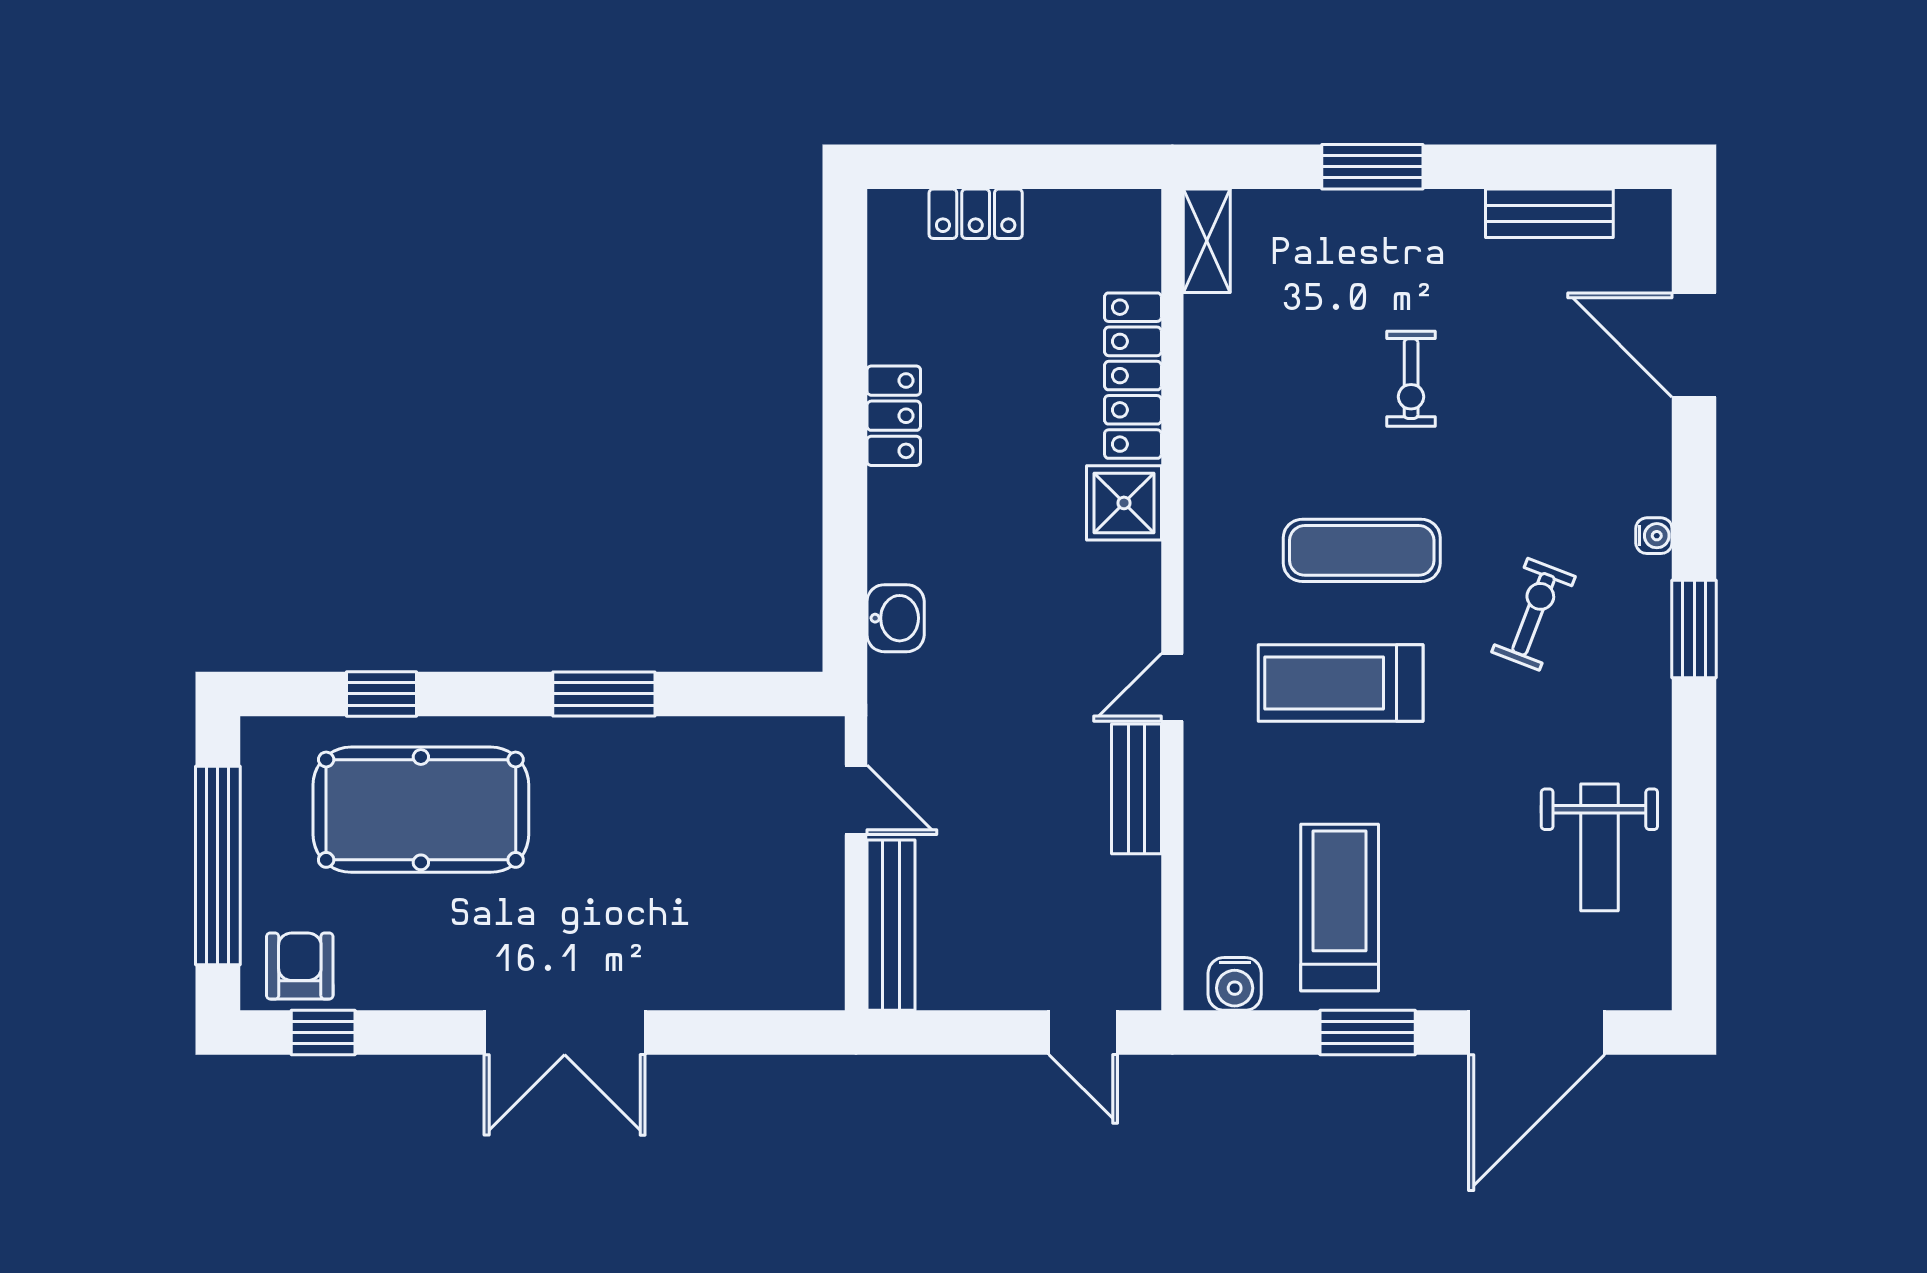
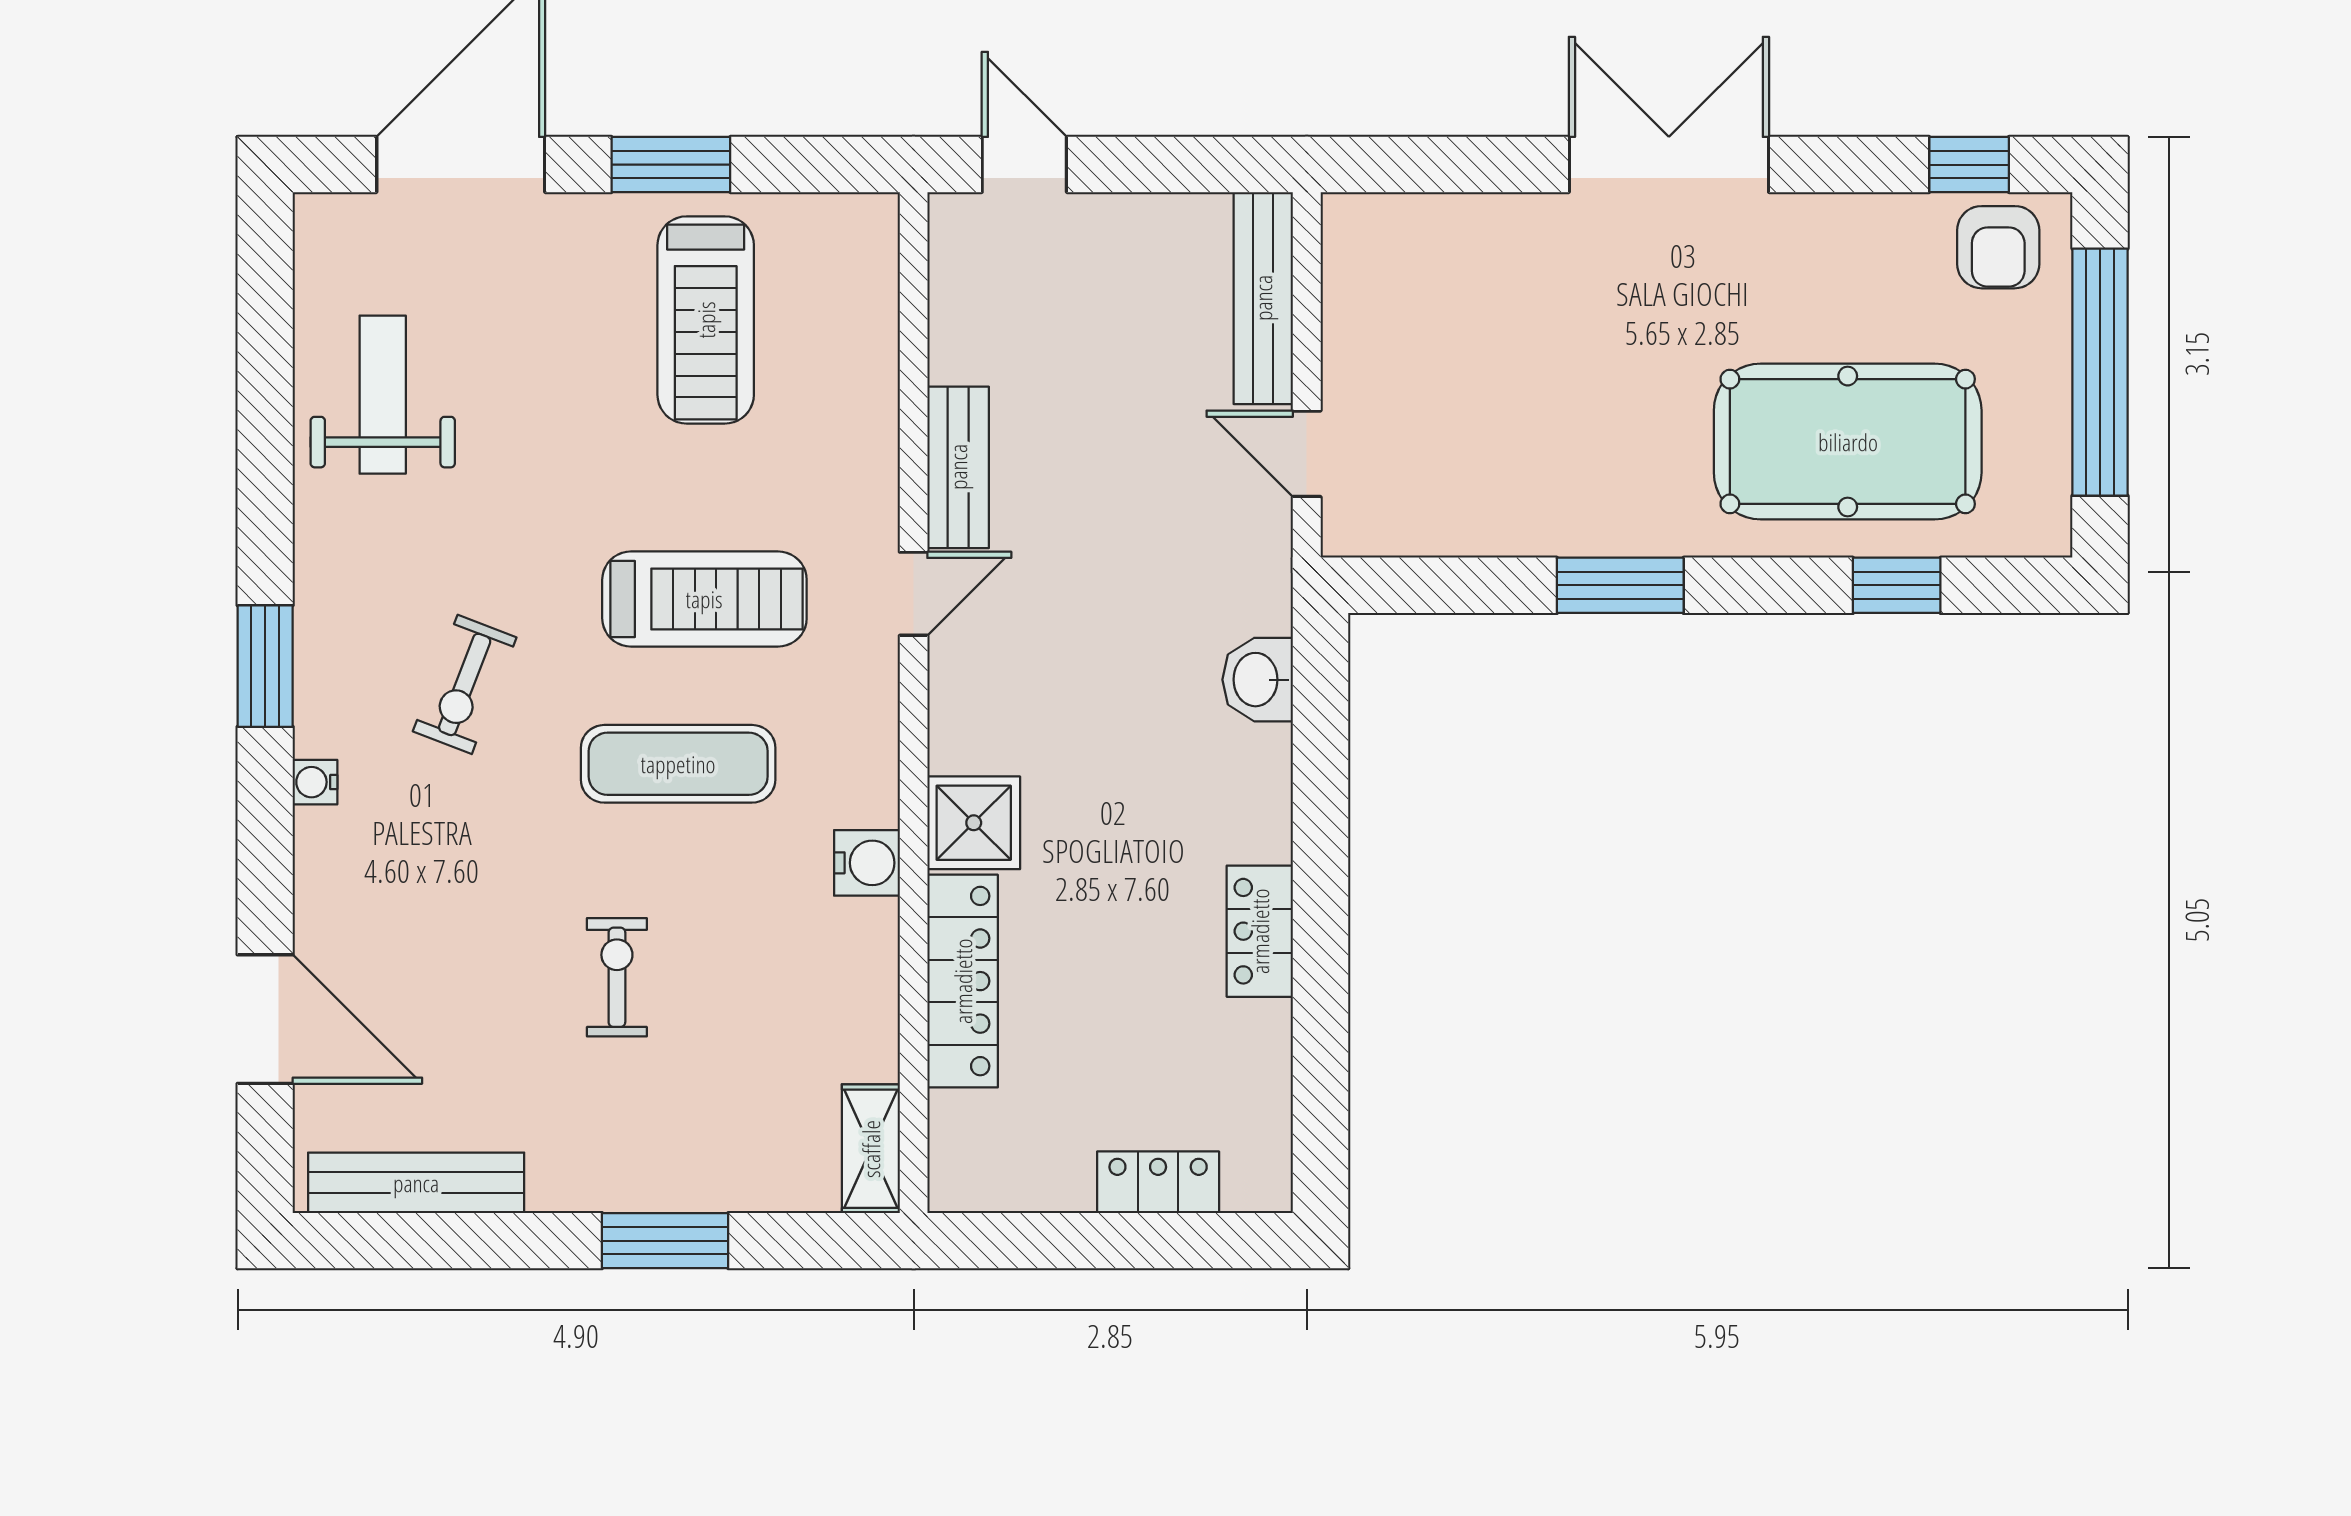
bench: (1549, 213) -> (416, 1183), width x1.36
water cooler: (1235, 984) -> (867, 863), moved, turned 90

